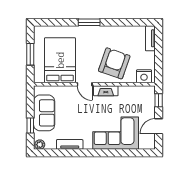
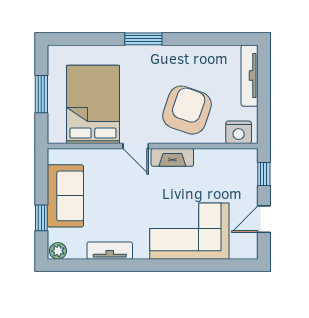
tv unit: (150, 38) -> (250, 76), width x1.41

